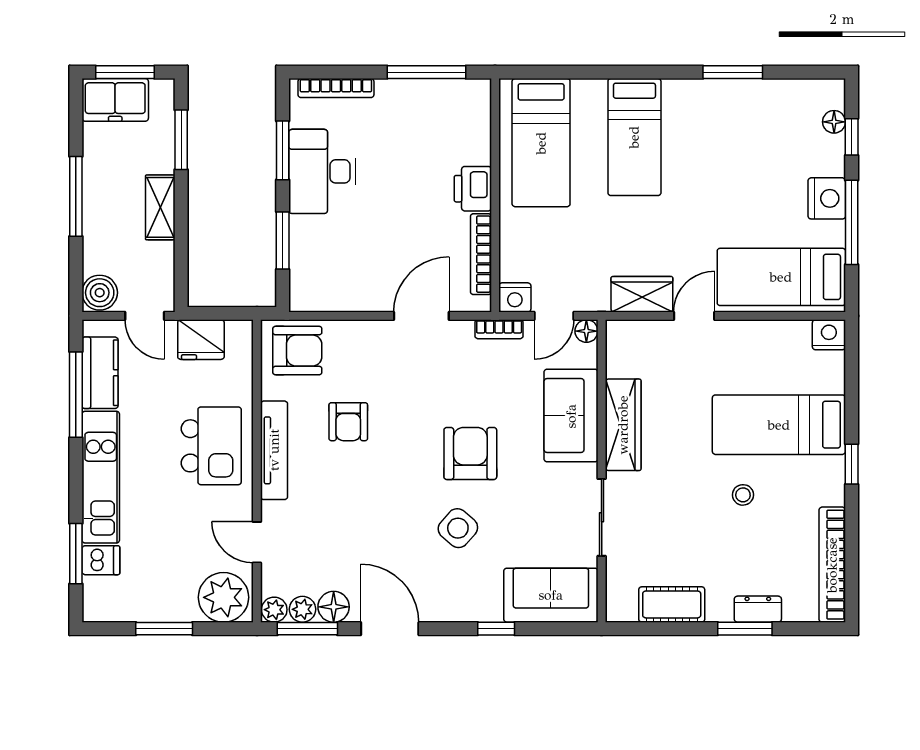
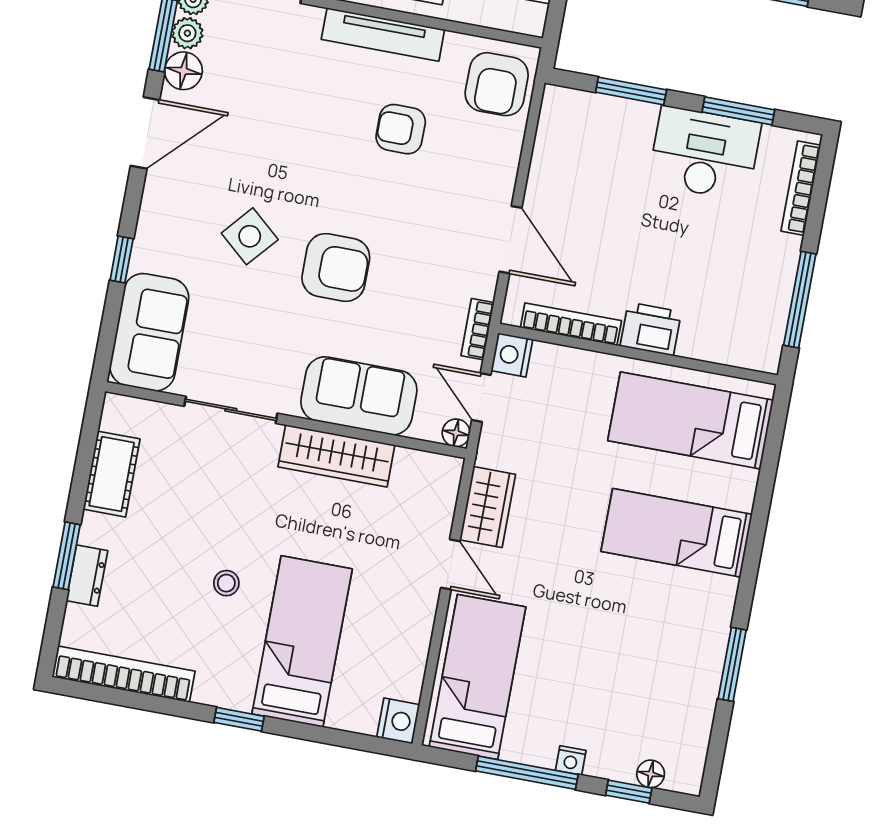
nightstand: (827, 198) -> (571, 760), width x0.53, depth x0.56

